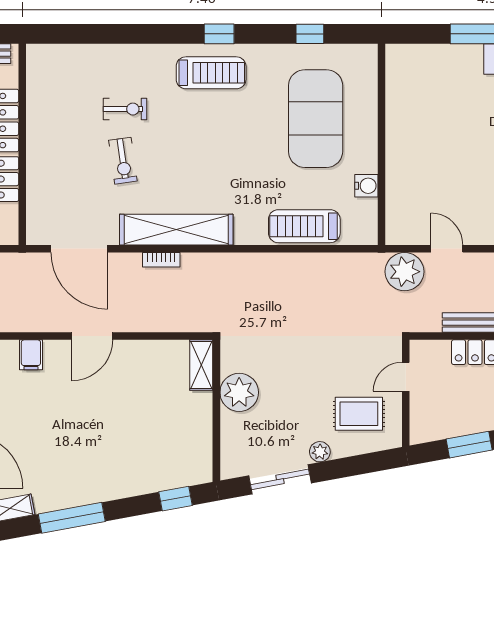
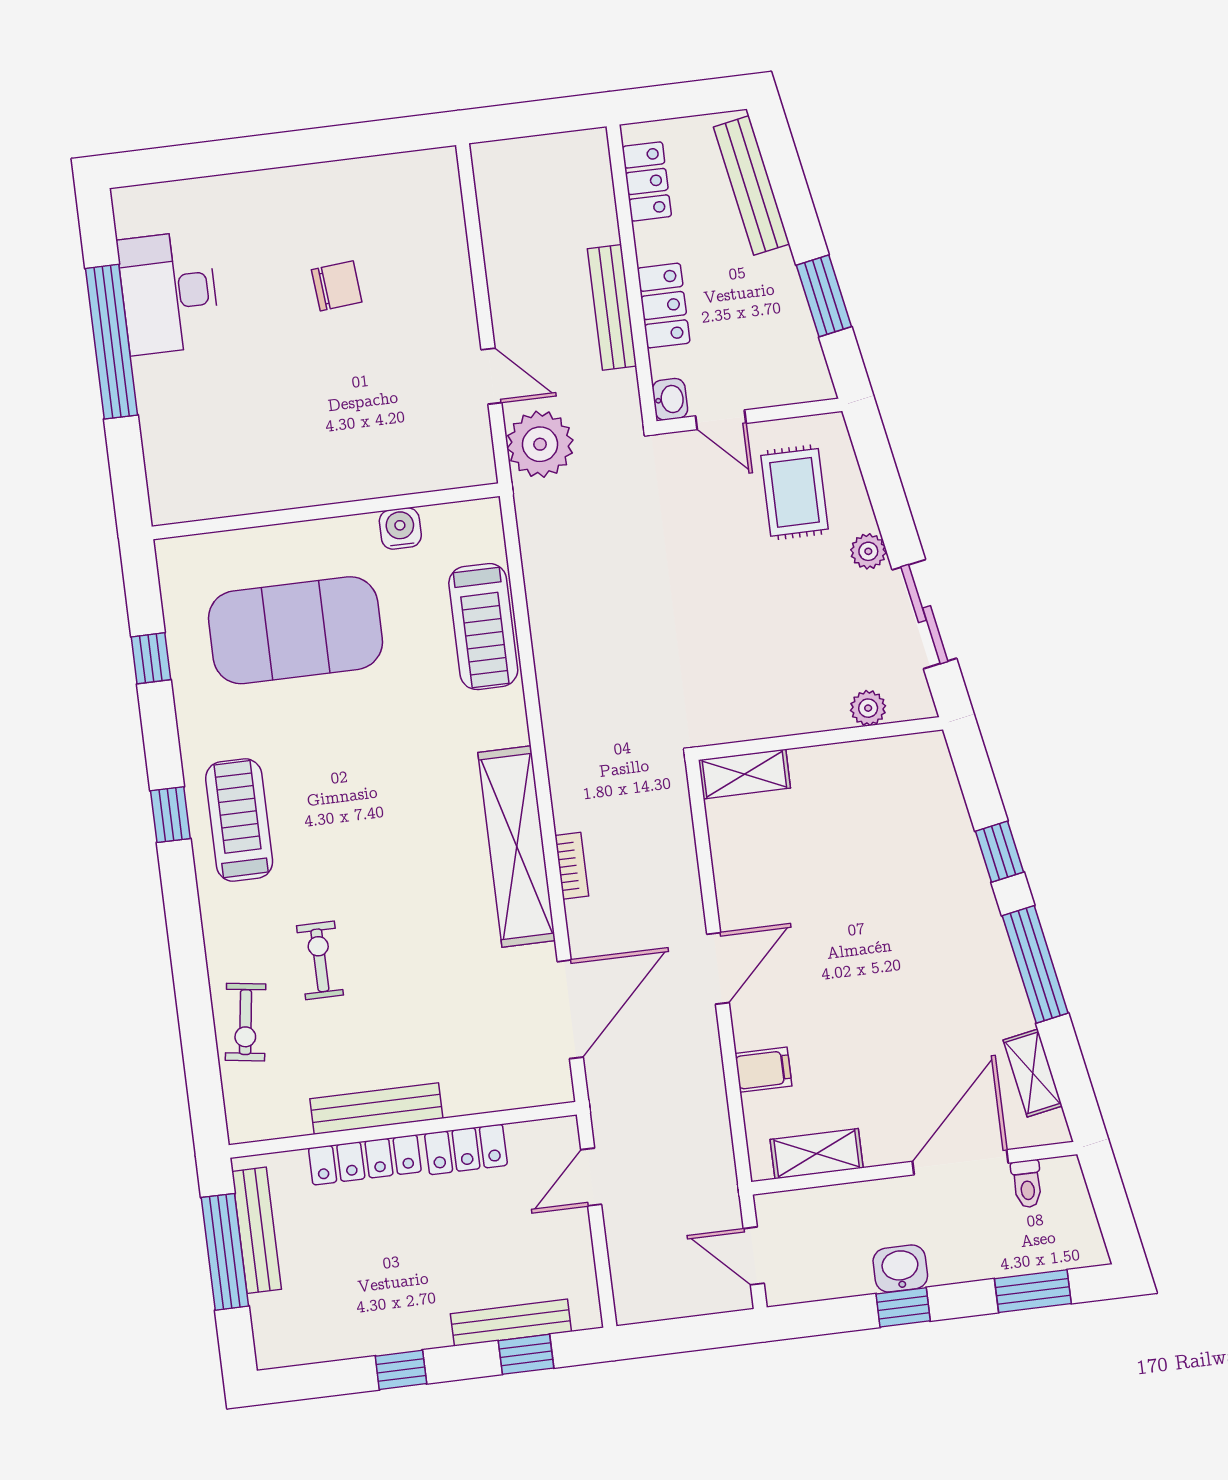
bench: (36, 131) -> (376, 1109), added
exercise bike: (123, 161) -> (246, 1022), moved, turned 106
door: (447, 249) -> (491, 376), swing flipped
door: (92, 336) -> (718, 968), hinge flipped
washbasin: (421, 349) -> (670, 399), added
plant: (239, 392) -> (868, 708), moved, width x0.53, depth x0.53
window: (176, 499) -> (999, 852), moved

